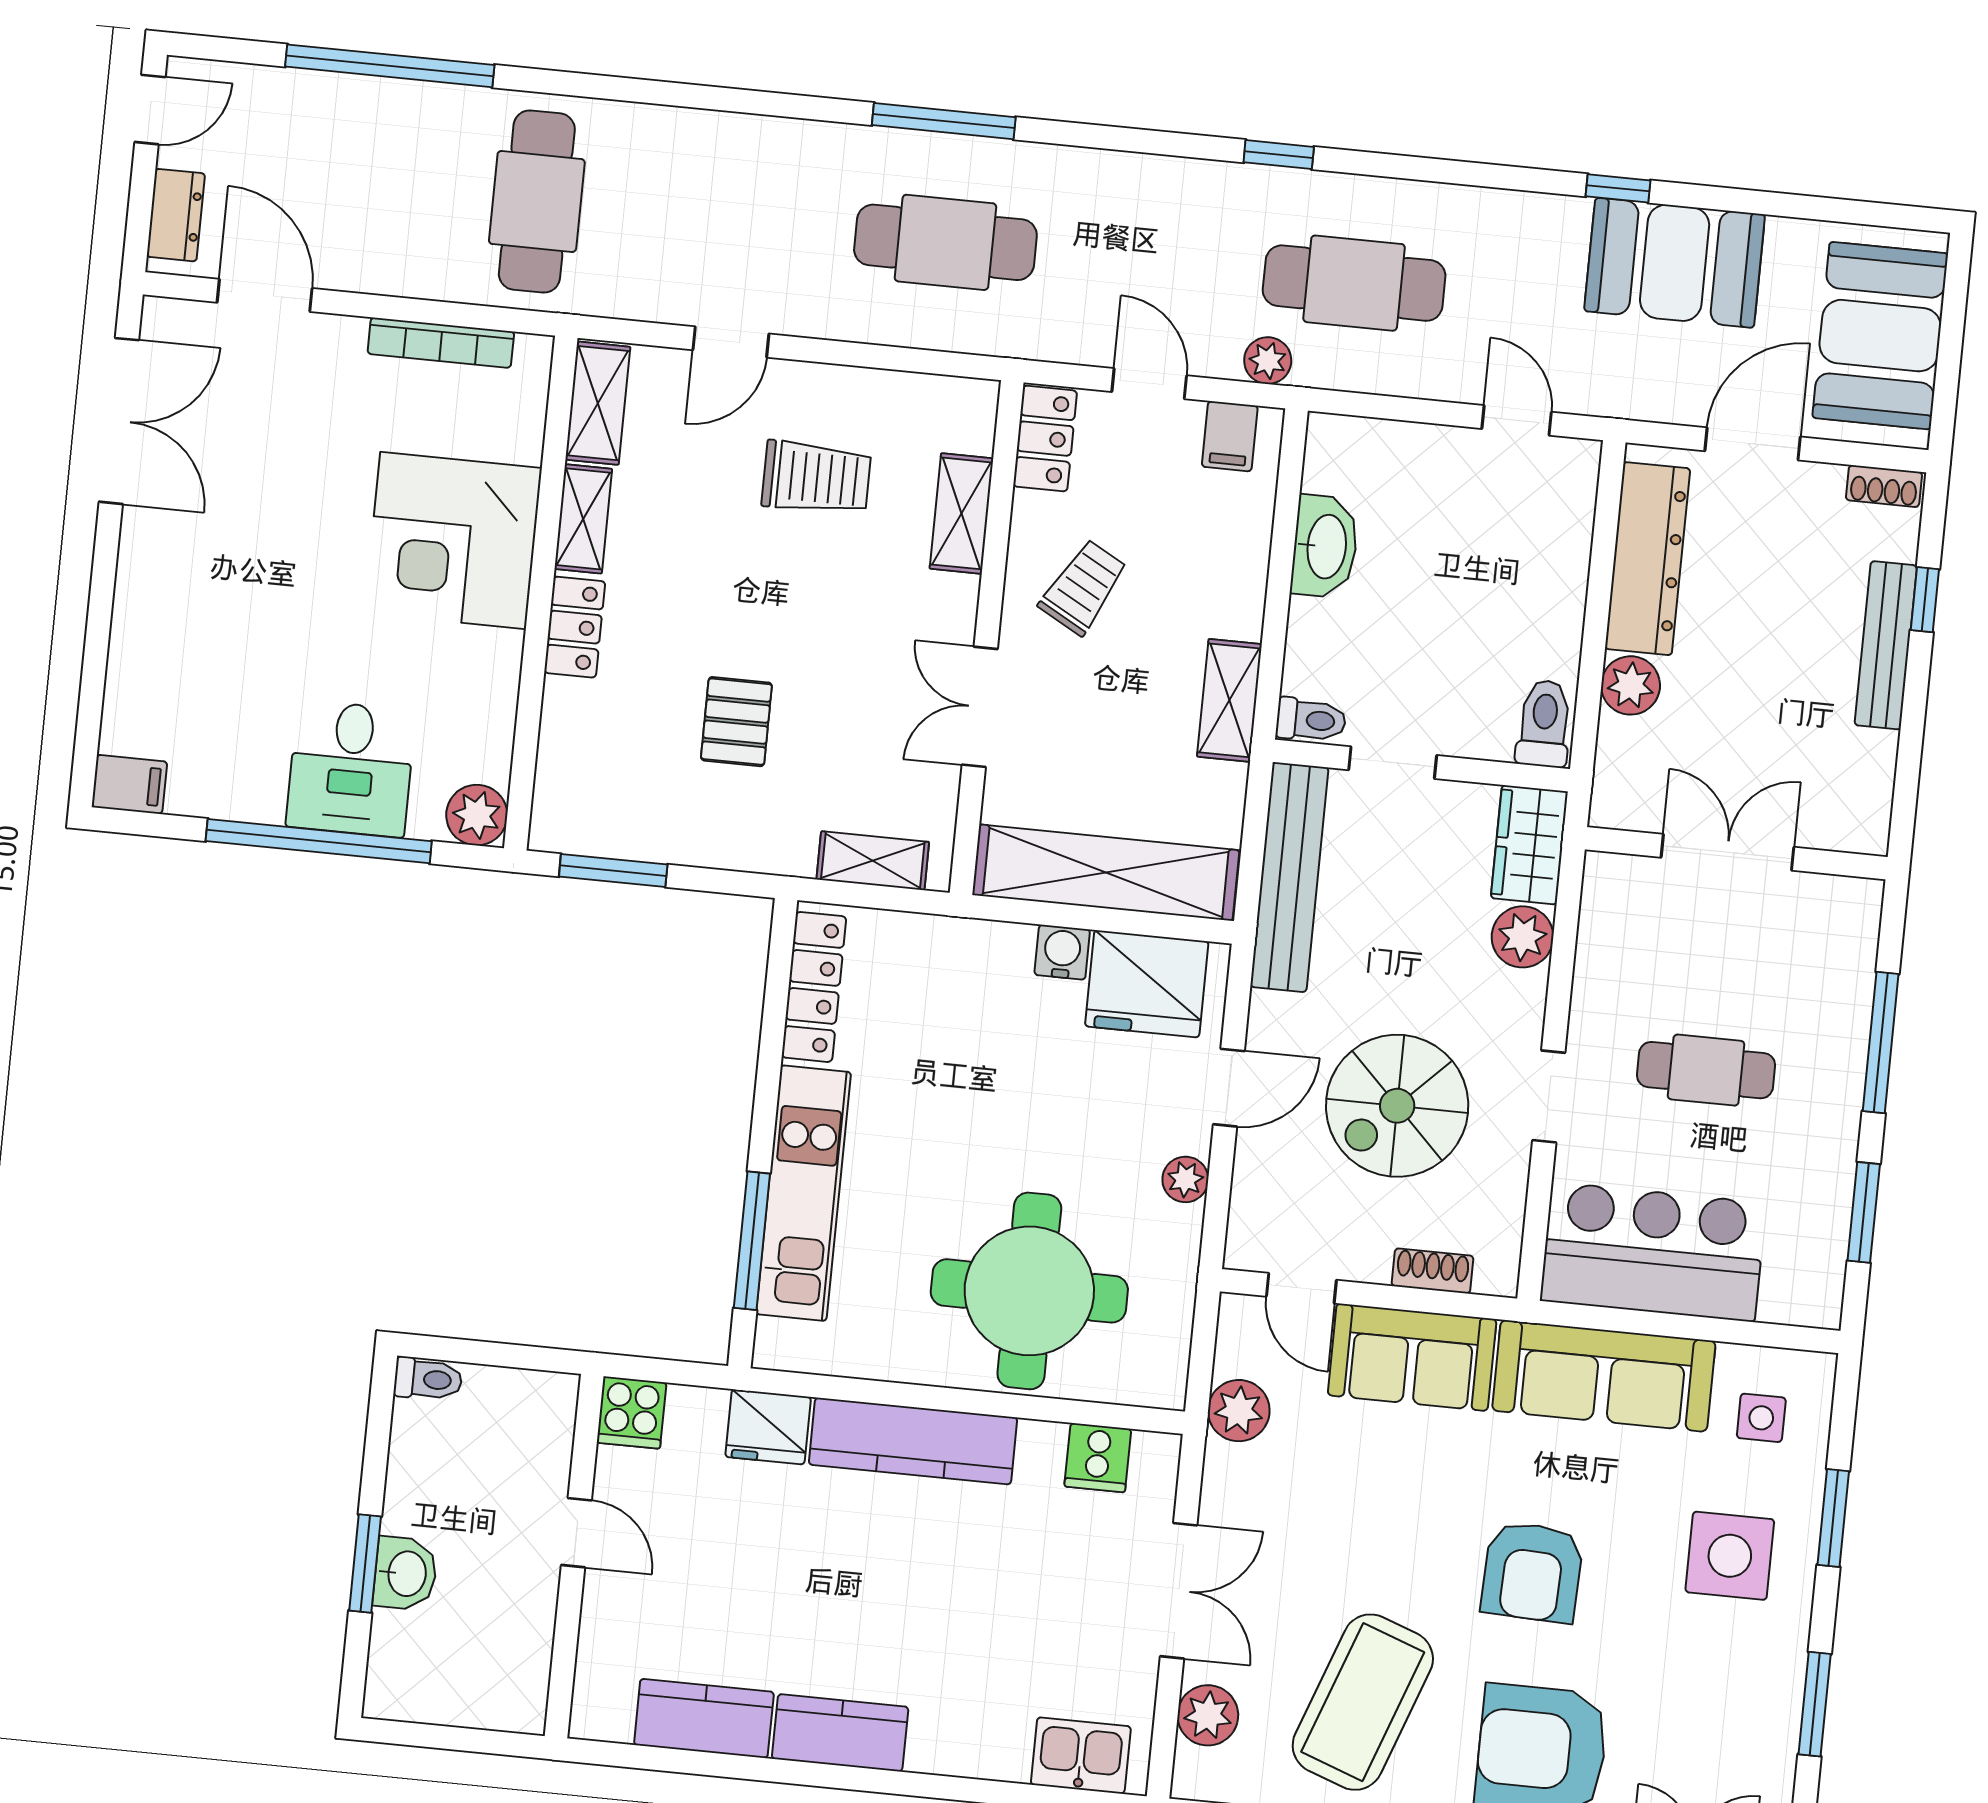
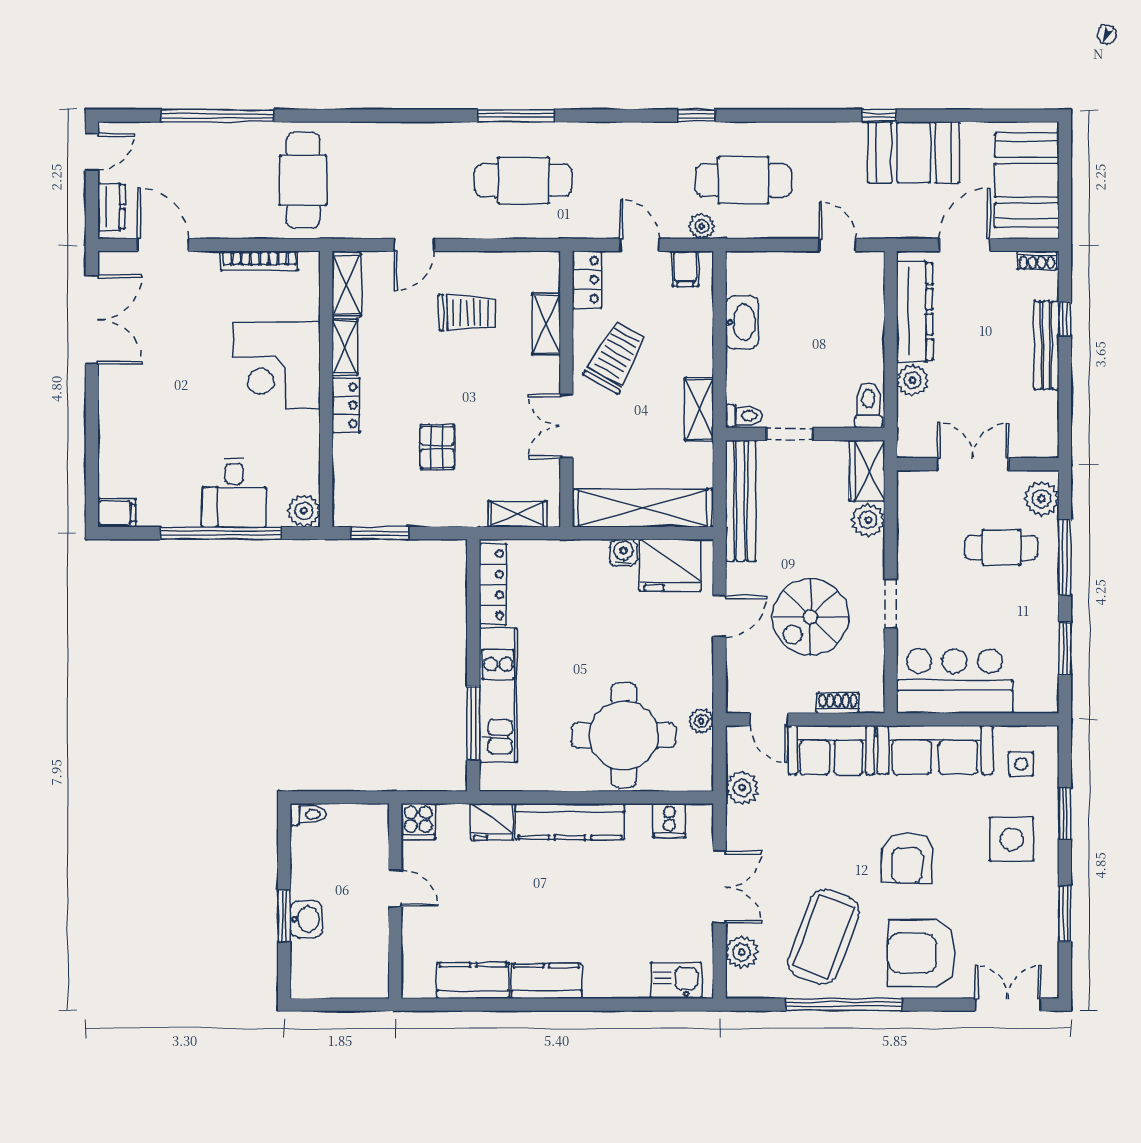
trolley: (1083, 587) -> (615, 357), width x1.36, depth x1.39
plant: (1848, 929) -> (1042, 499), added
cafe table: (1706, 1070) -> (1001, 548), moved
plant: (1185, 1179) -> (701, 721), moved

